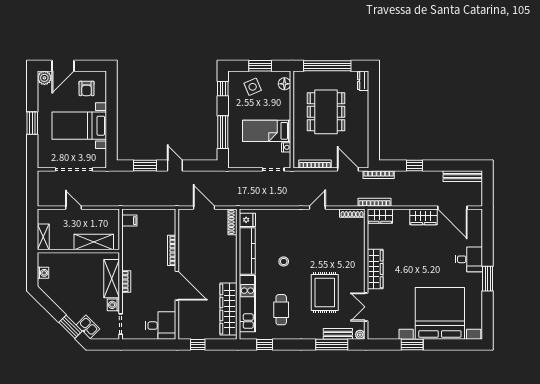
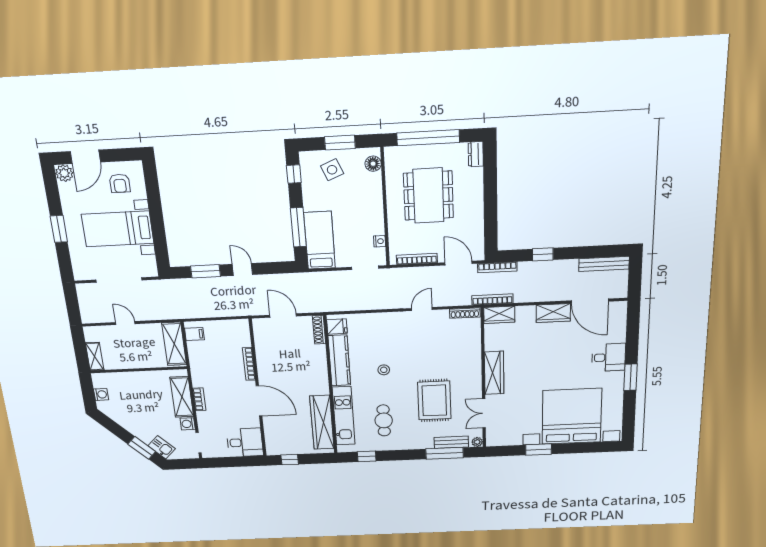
bed: (267, 131) -> (320, 240), moved, turned 90
shelving: (94, 242) -> (174, 344), moved, turned 90

